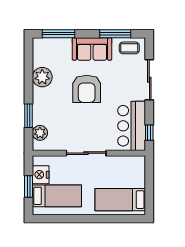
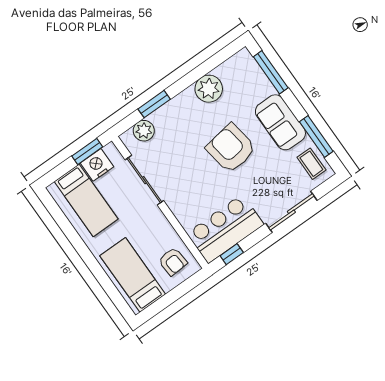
armchair: (87, 89) -> (231, 148), turned 81
sliding door: (86, 153) -> (144, 180), moved
armchair: (129, 170) -> (173, 262), added
window: (29, 186) -> (87, 151), moved

